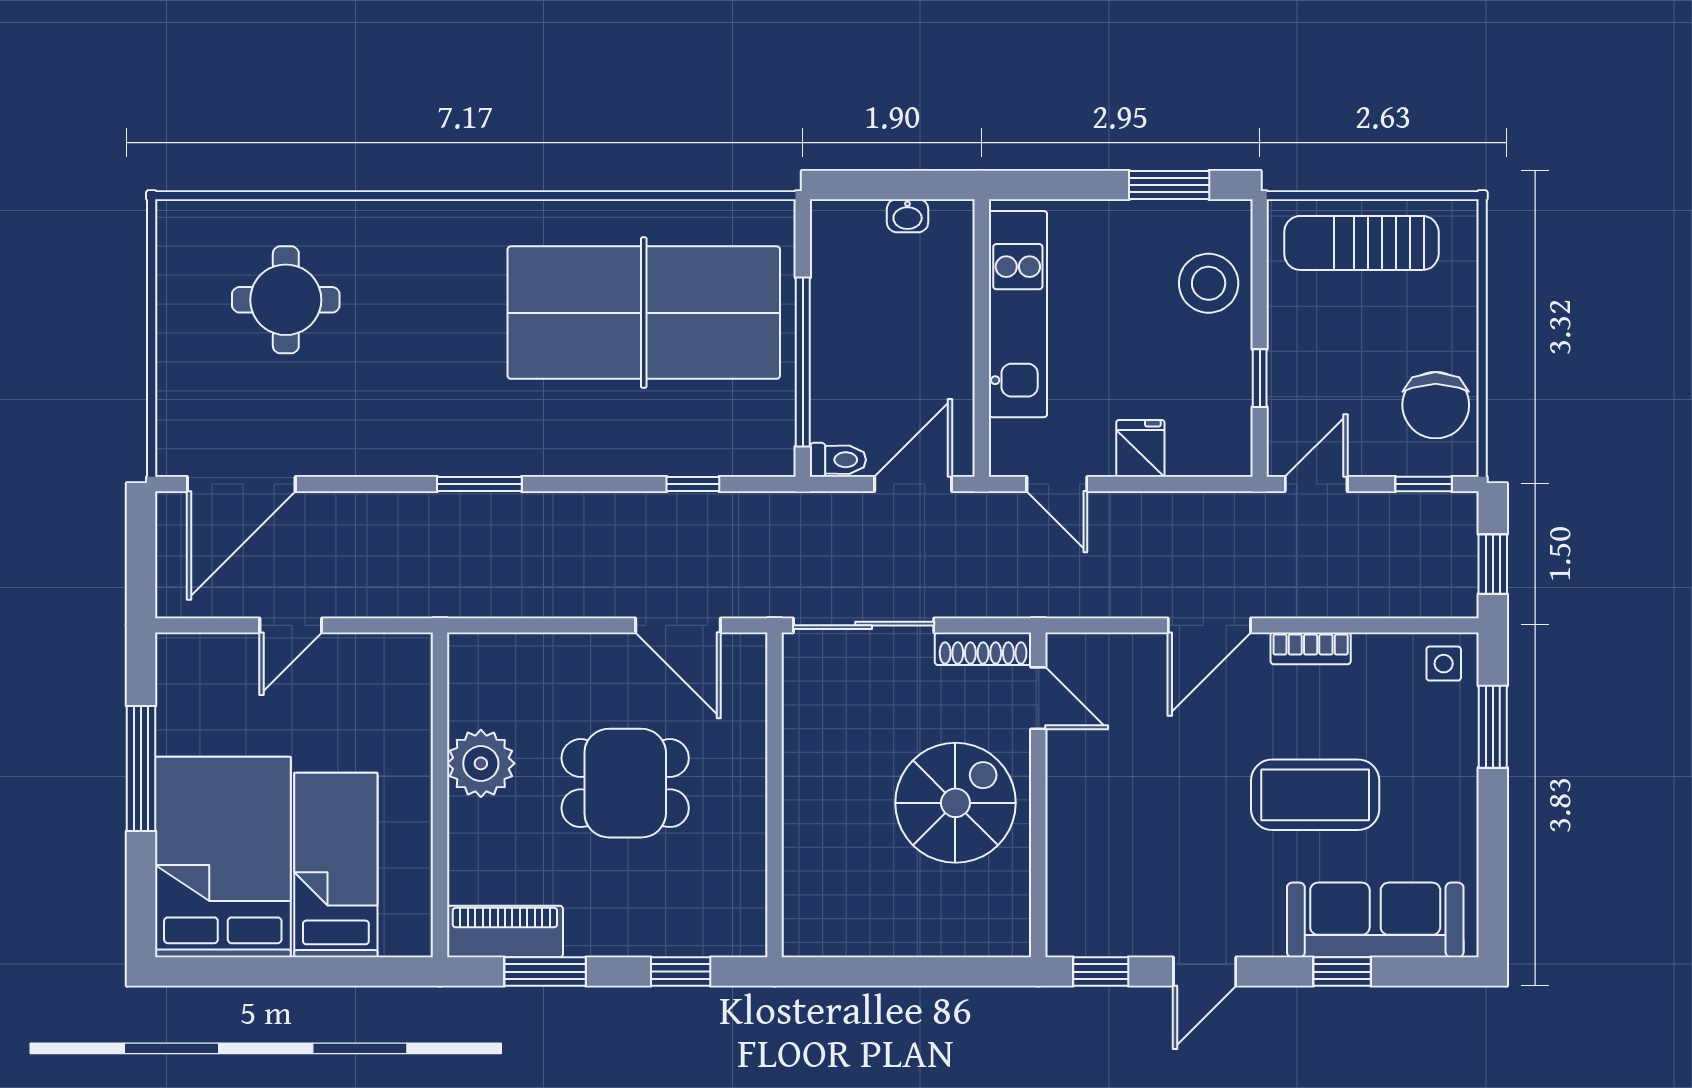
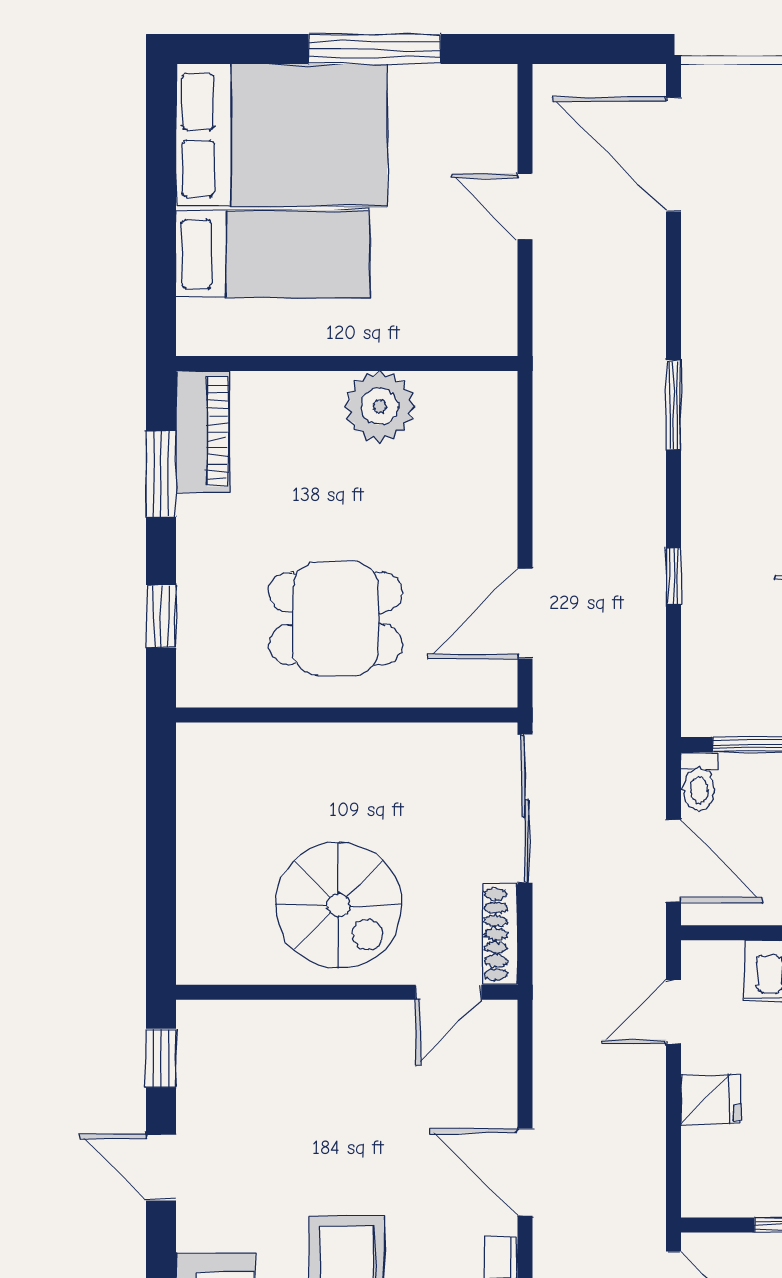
window: (693, 484) -> (673, 576), moved
dining table: (625, 783) -> (336, 619), moved, turned 90

